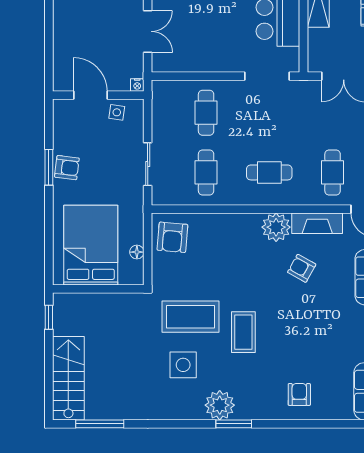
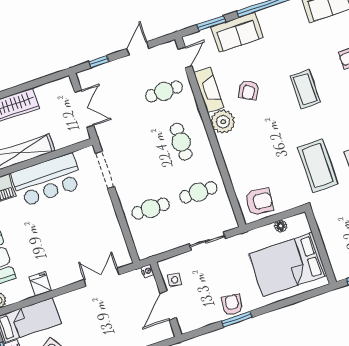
coffee table: (243, 332) -> (305, 89), moved, turned 90

